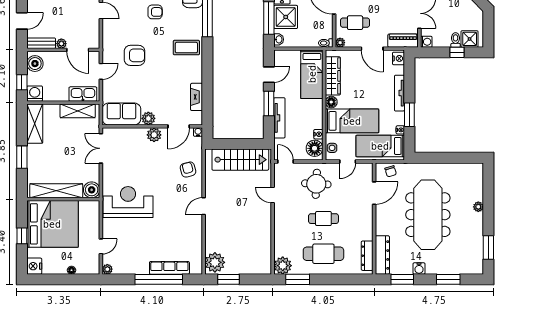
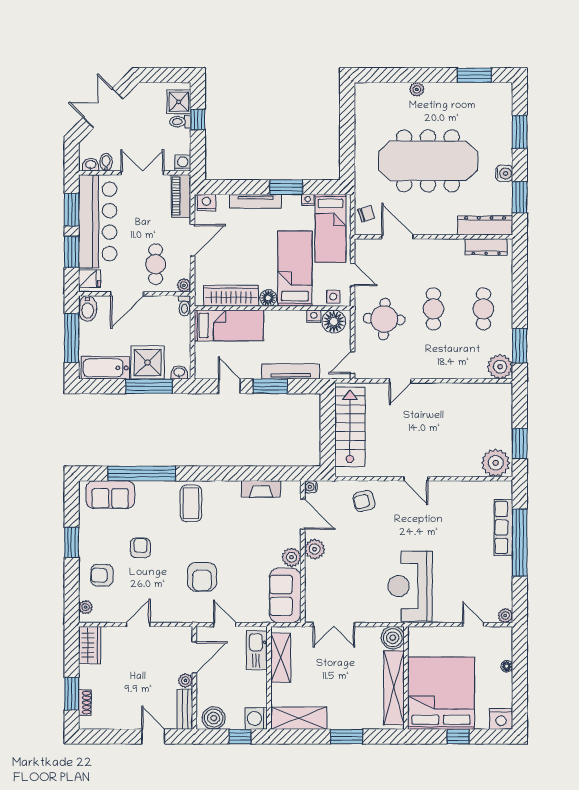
armchair: (135, 55) -> (202, 577), turned 180
cafe table: (323, 254) -> (483, 309), width x0.73, depth x0.74

